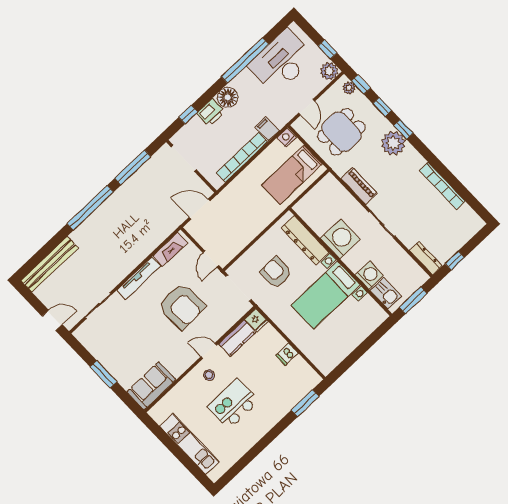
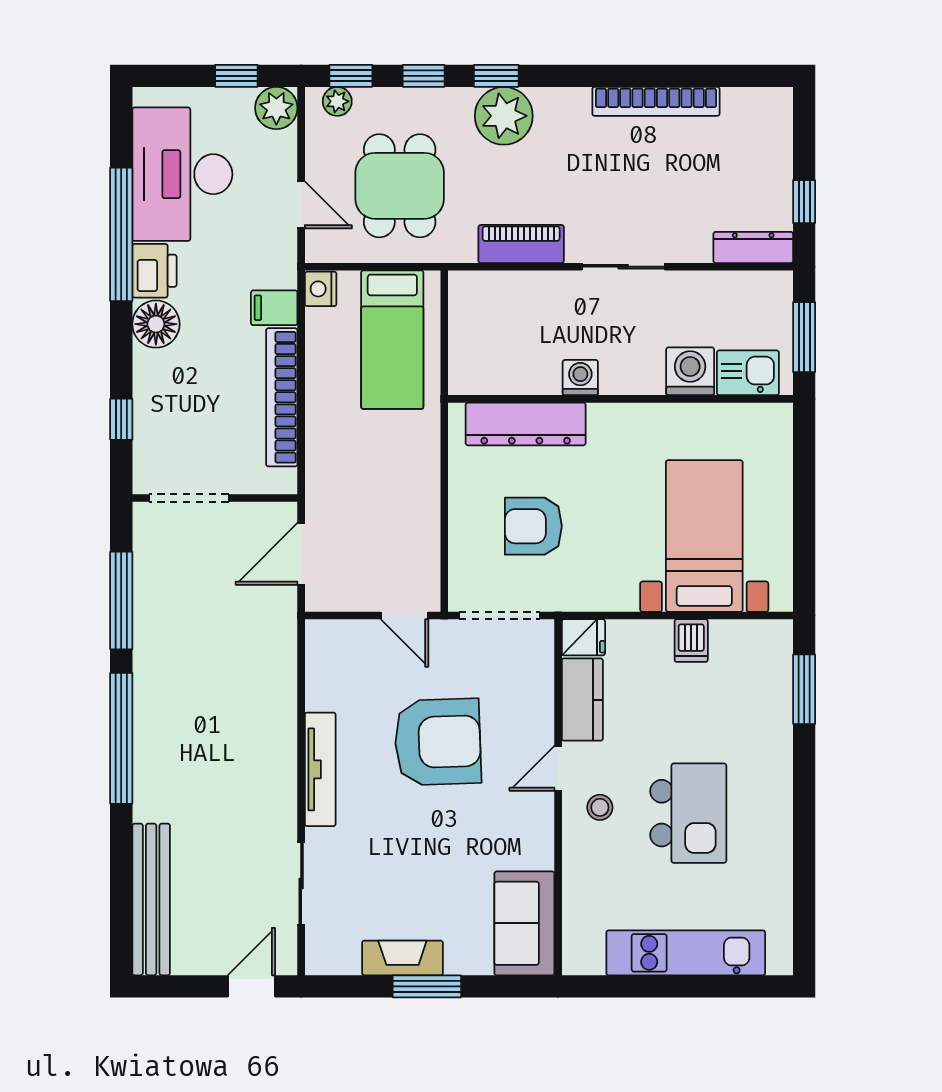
printer: (211, 112) -> (154, 271), moved
washing machine: (340, 239) -> (580, 378), width x0.53, depth x0.53
fireplace: (170, 249) -> (402, 958), moved, turned -90
bed with nightstands: (325, 295) -> (704, 536), moved, turned 180
kitchen island: (233, 404) -> (688, 813), turned 180

